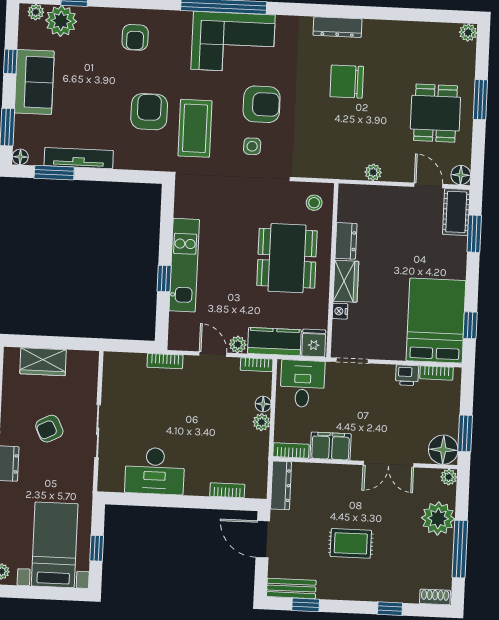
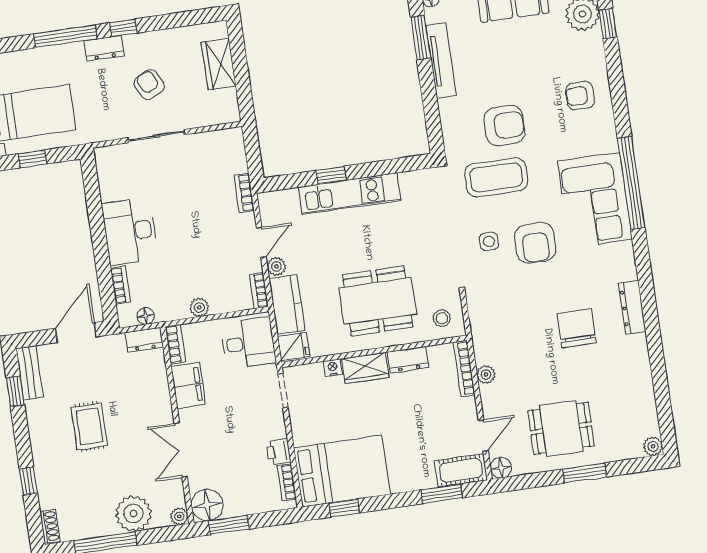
bookcase: (364, 191) -> (464, 369), added
floor lamp: (263, 404) -> (146, 316), moved
desk: (155, 471) -> (130, 231), moved
dresser: (281, 485) -> (144, 340), width x0.70

